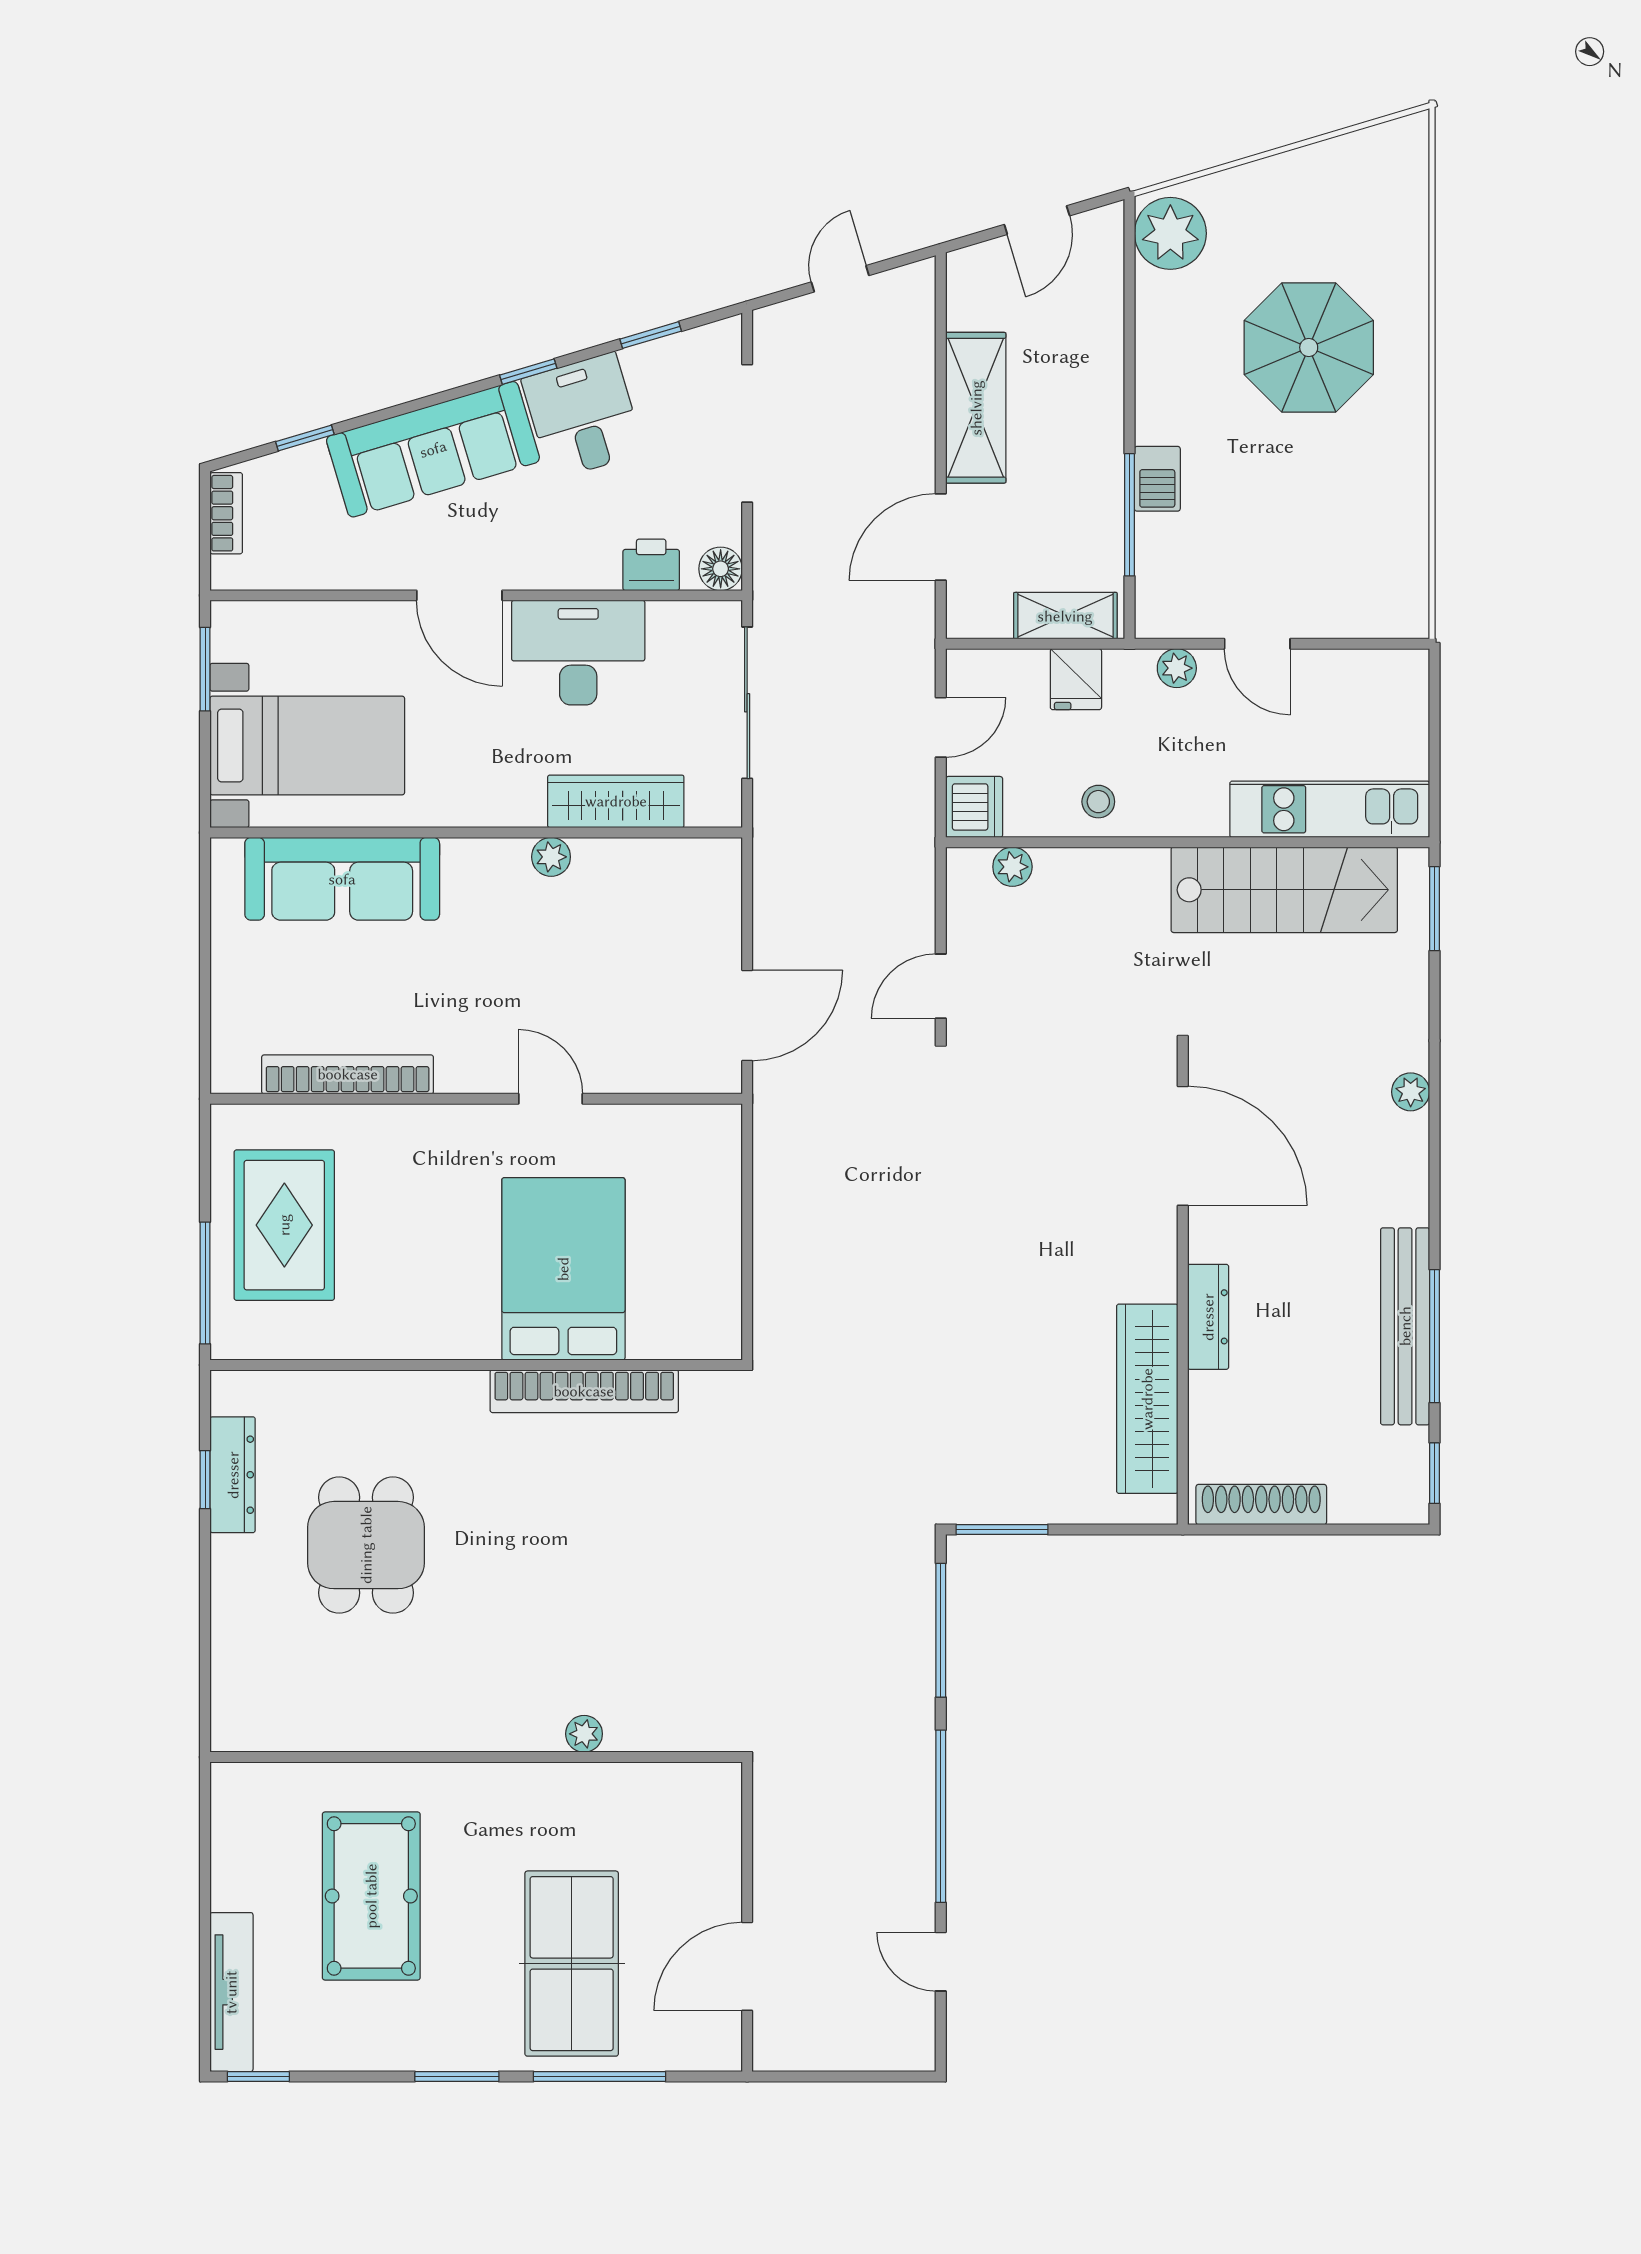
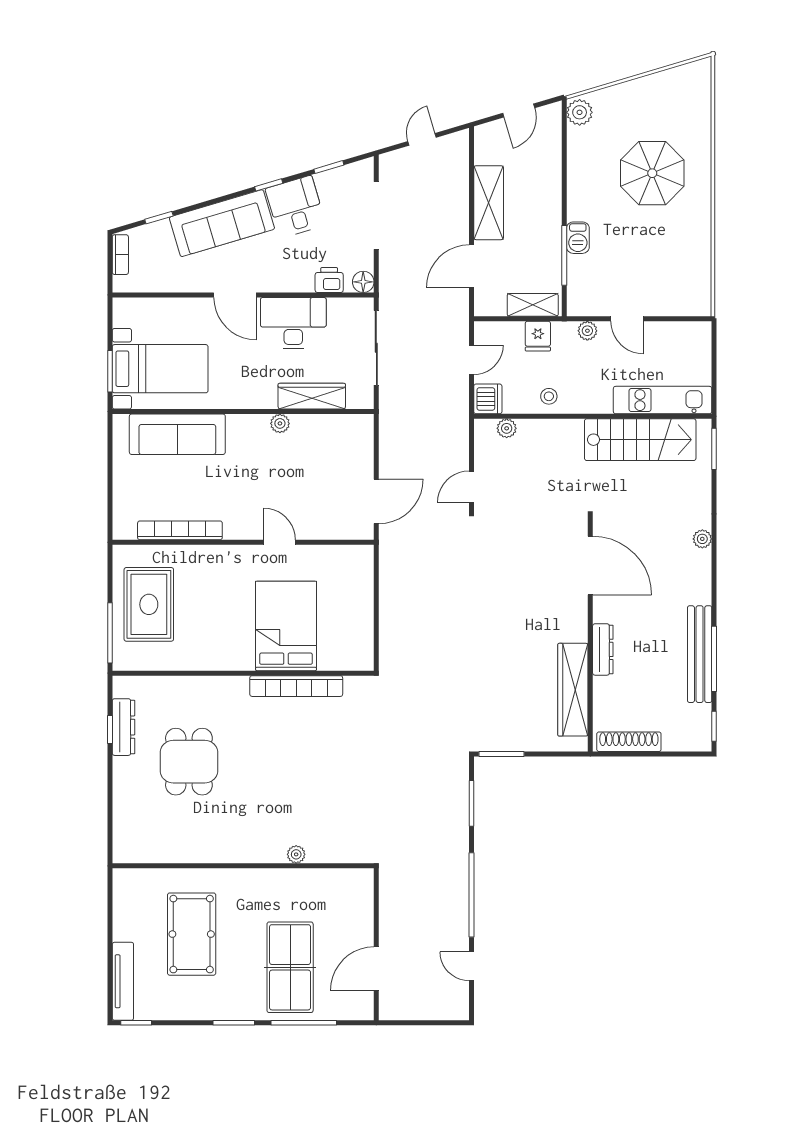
plant: (1170, 233) -> (580, 112), width x0.73, depth x0.73
window: (205, 669) -> (110, 371), moved
window: (941, 1630) -> (471, 803), width x0.69

